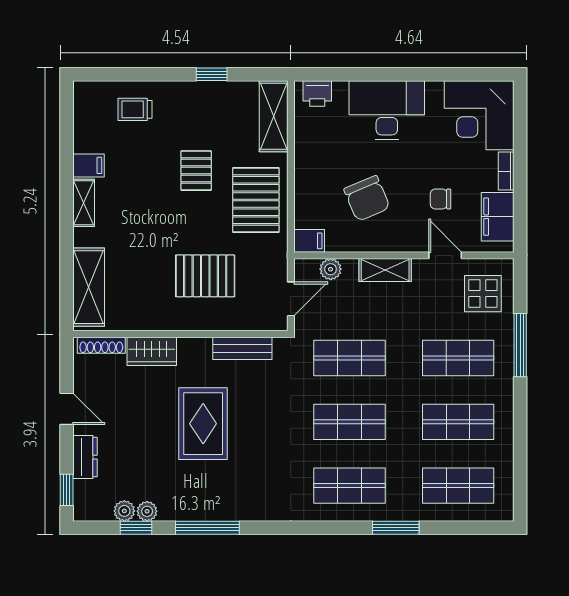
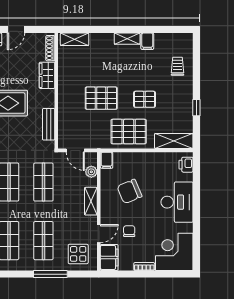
filing cabinet: (498, 217) -> (109, 257), moved, turned 90
pallet: (205, 276) -> (101, 98), moved, turned 90
shelving: (89, 287) -> (75, 39), width x0.67, depth x0.75

